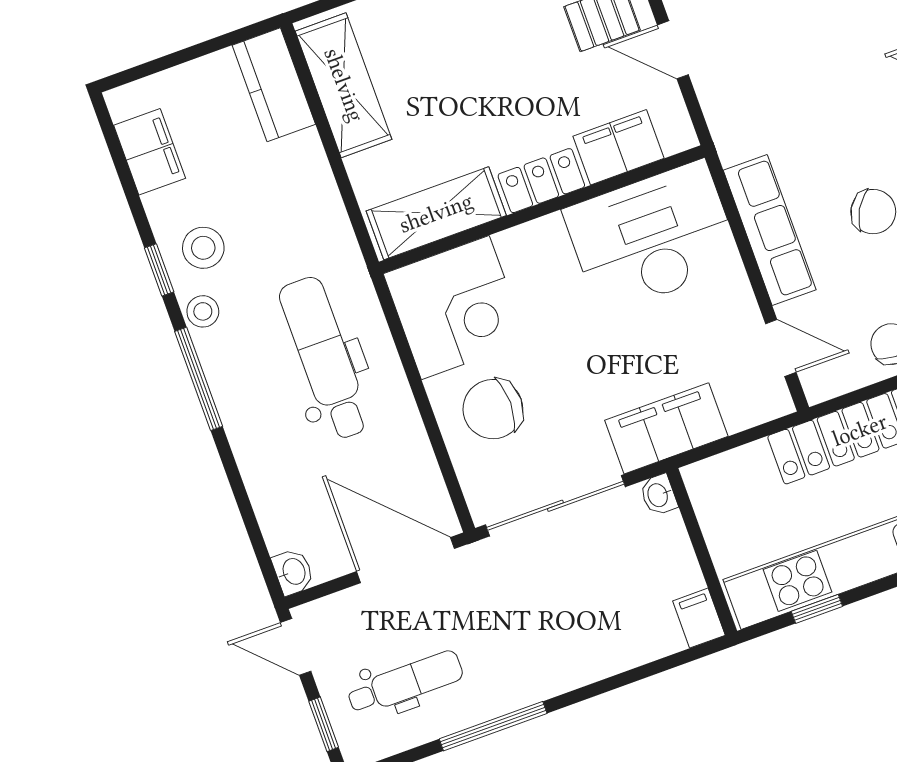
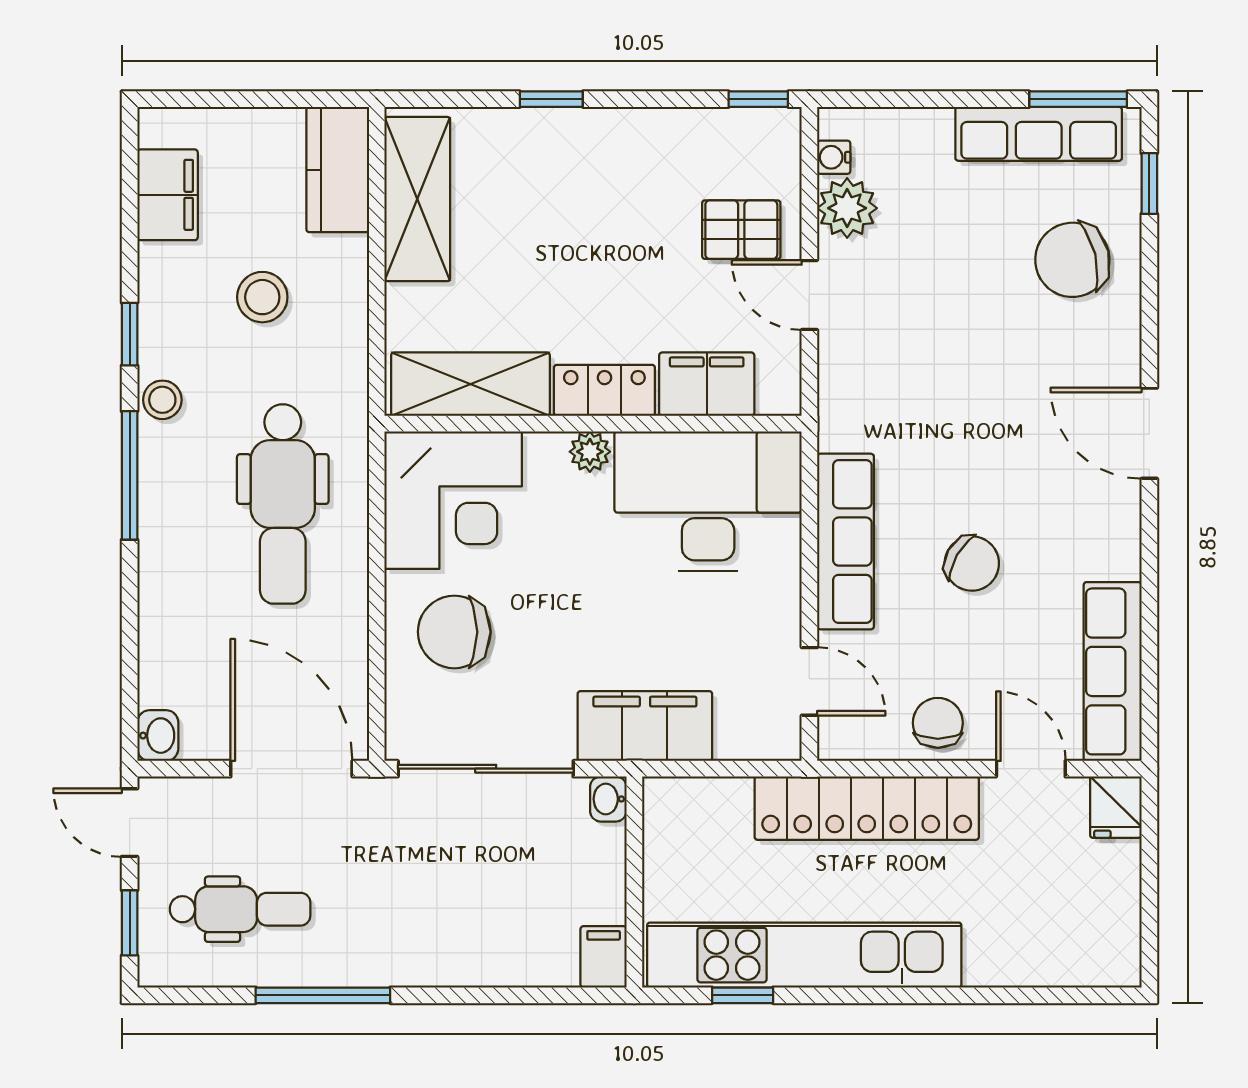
plant: (547, 232) -> (590, 452), added
stool: (203, 248) -> (262, 297), moved
dental chair: (325, 358) -> (283, 504), turned 180

